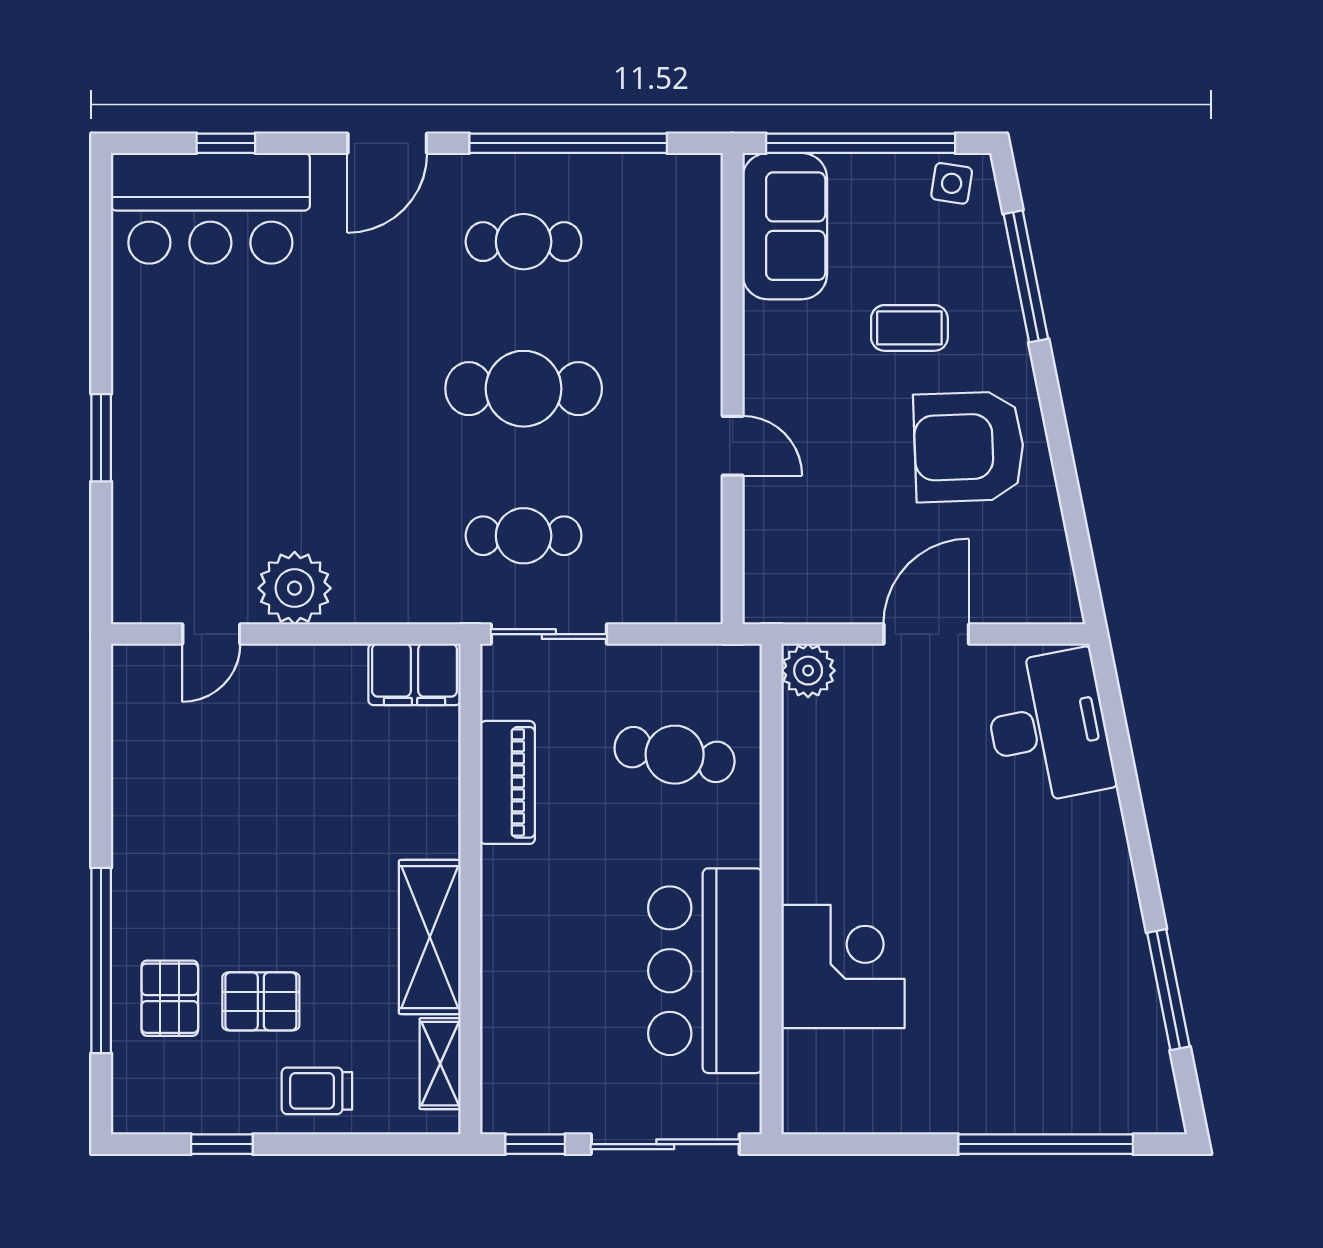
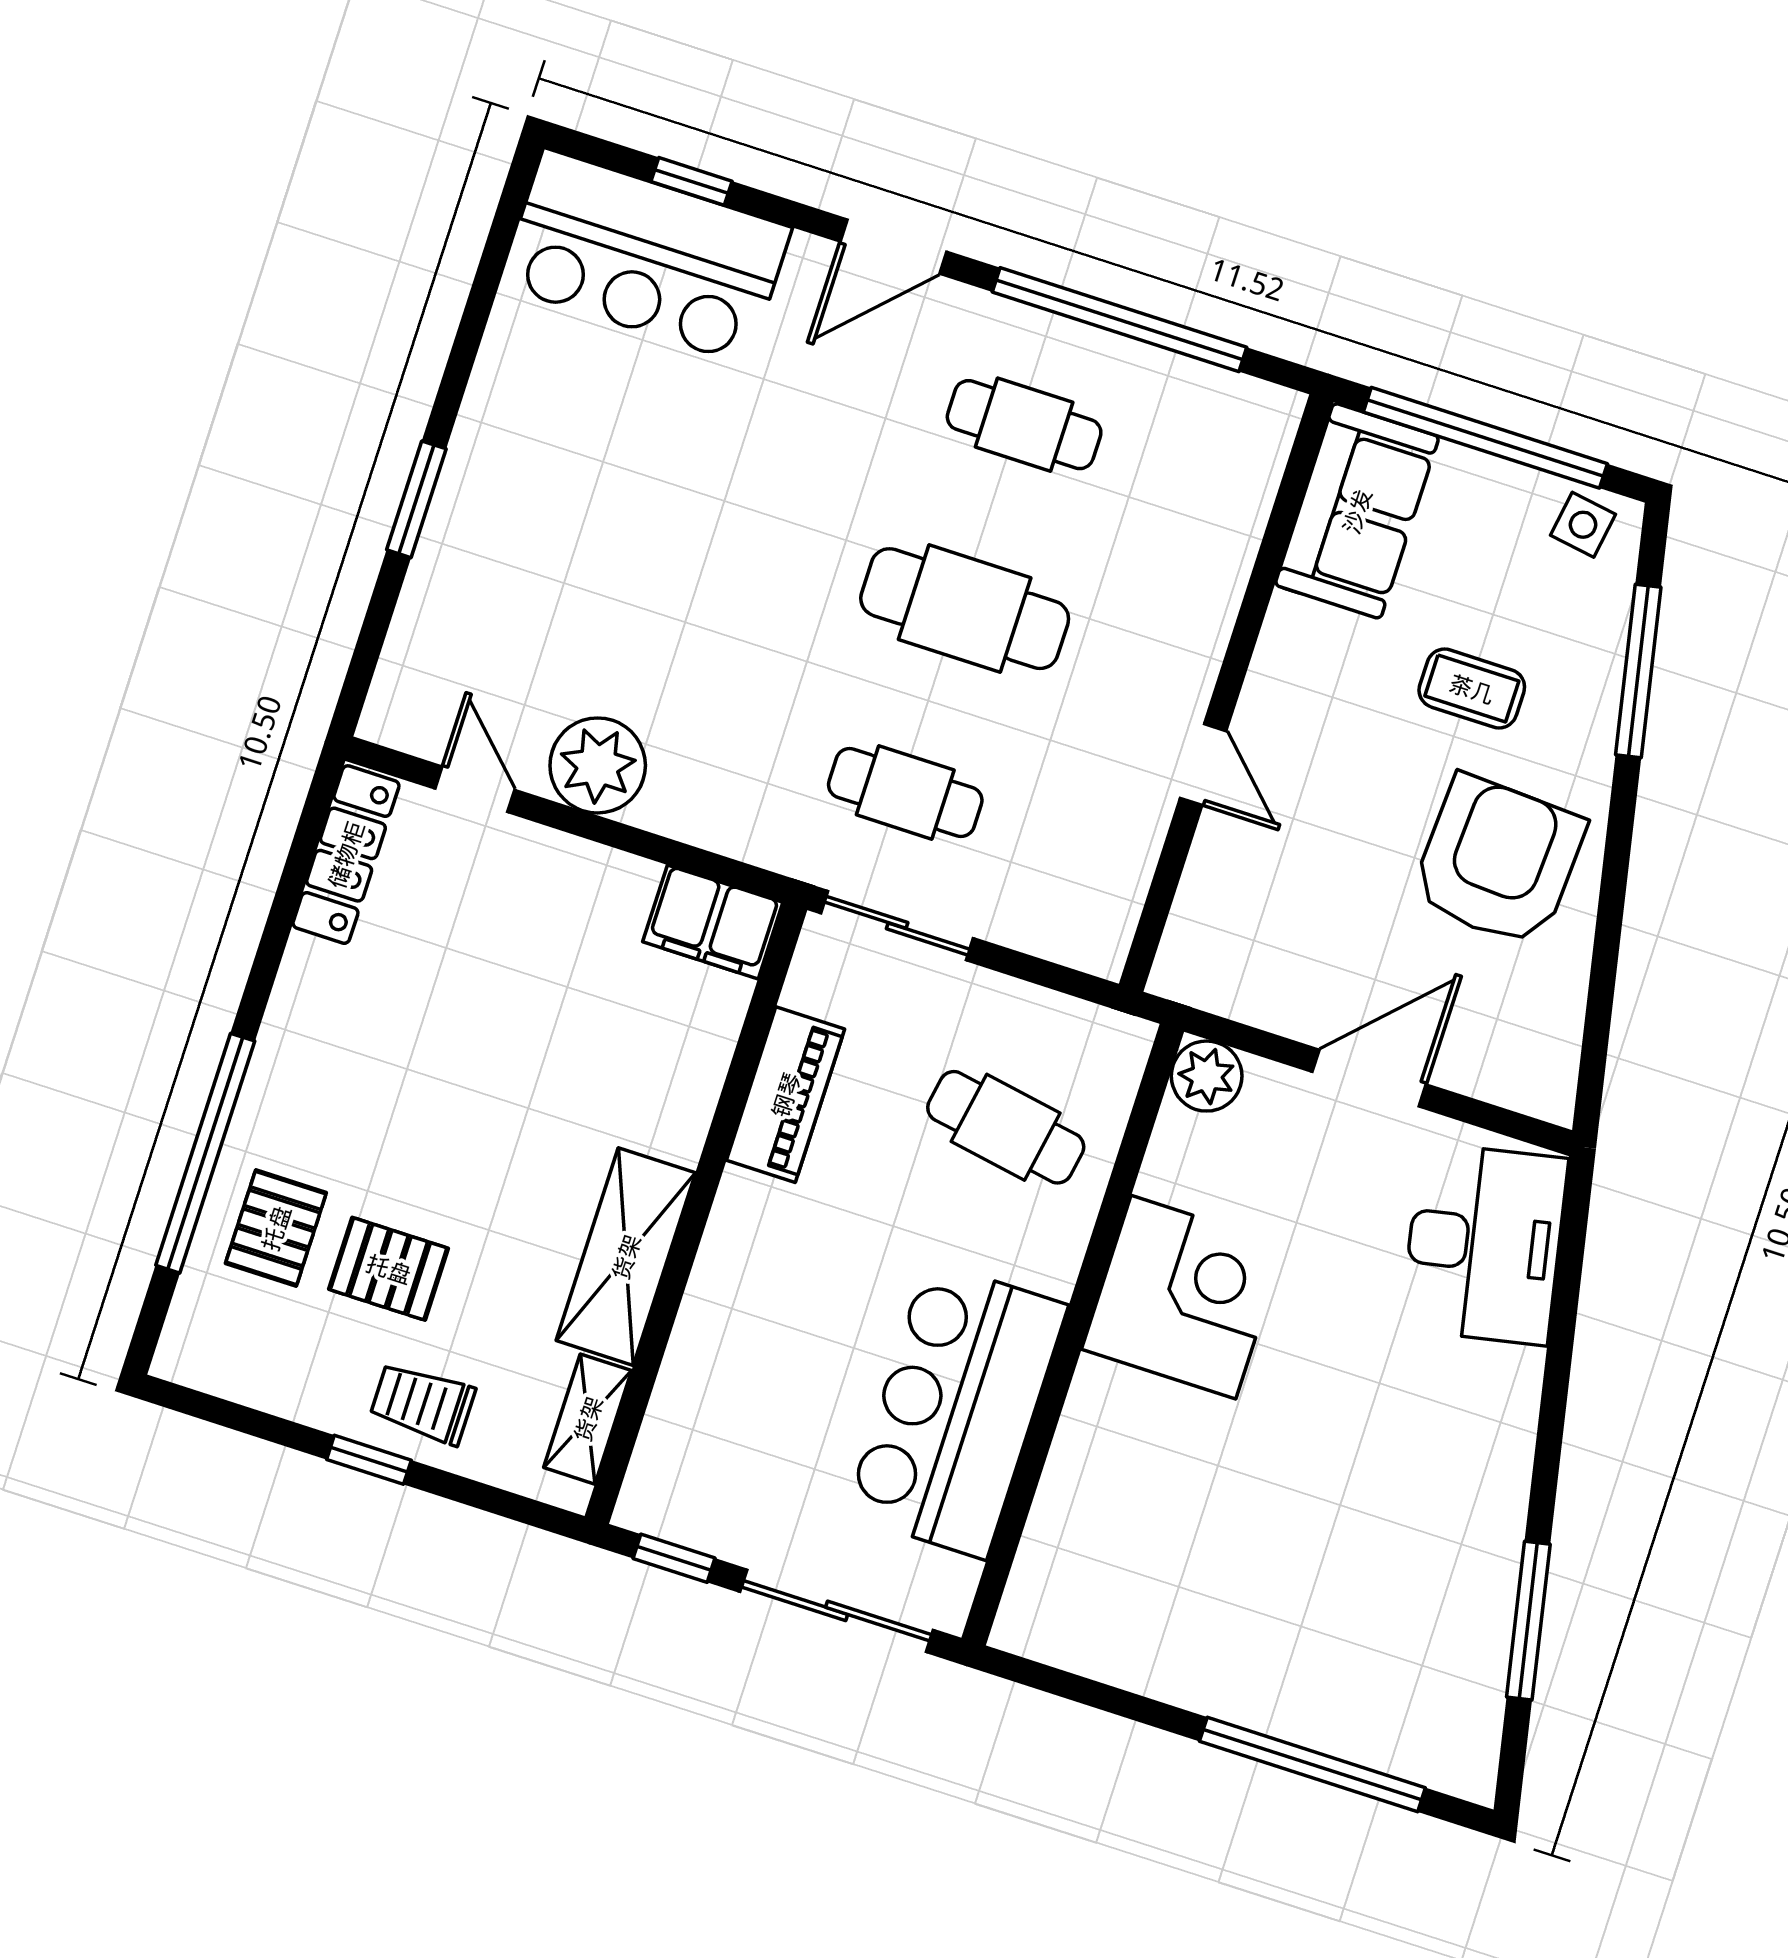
armchair: (969, 447) -> (1498, 861), turned 95
door: (211, 634) -> (475, 789), swing flipped
locker: (133, 711) -> (346, 855), added
corner desk: (843, 967) -> (1183, 1297), moved
window: (222, 1144) -> (369, 1460), moved

